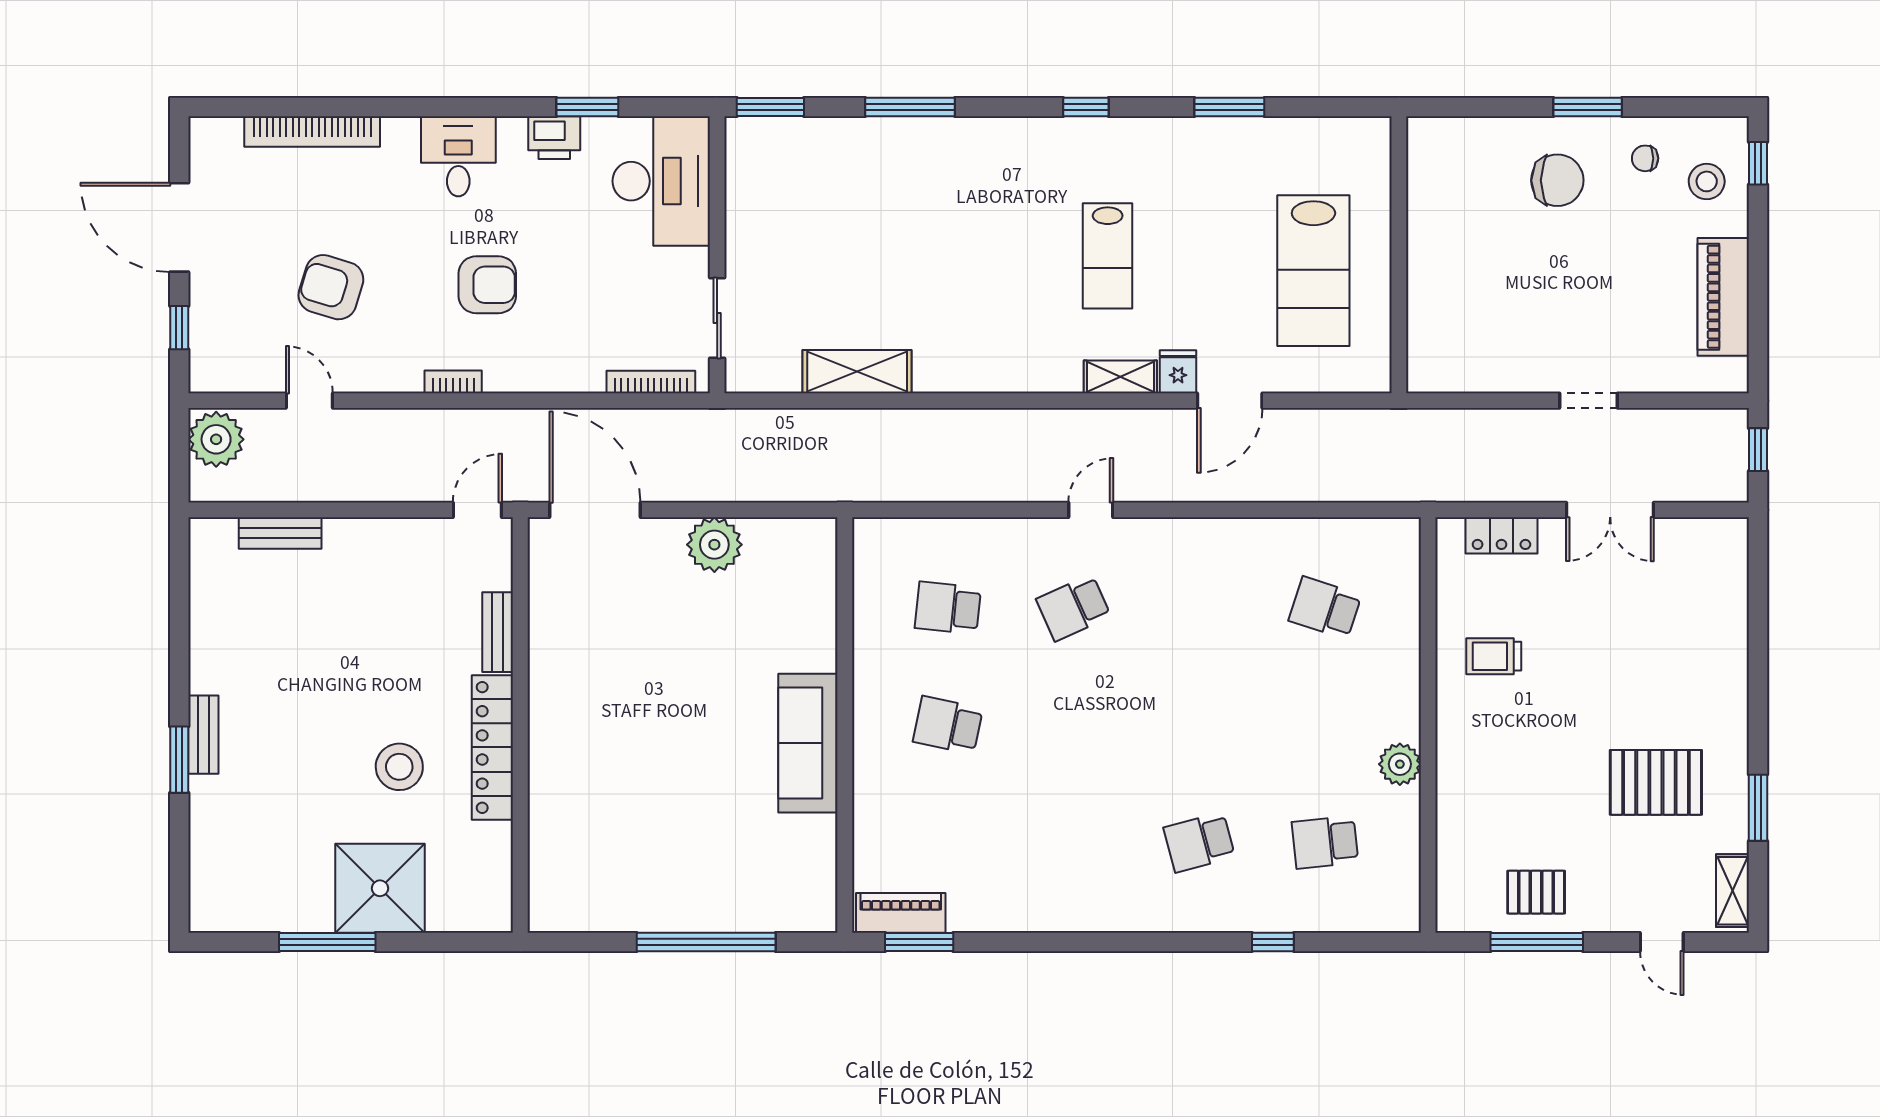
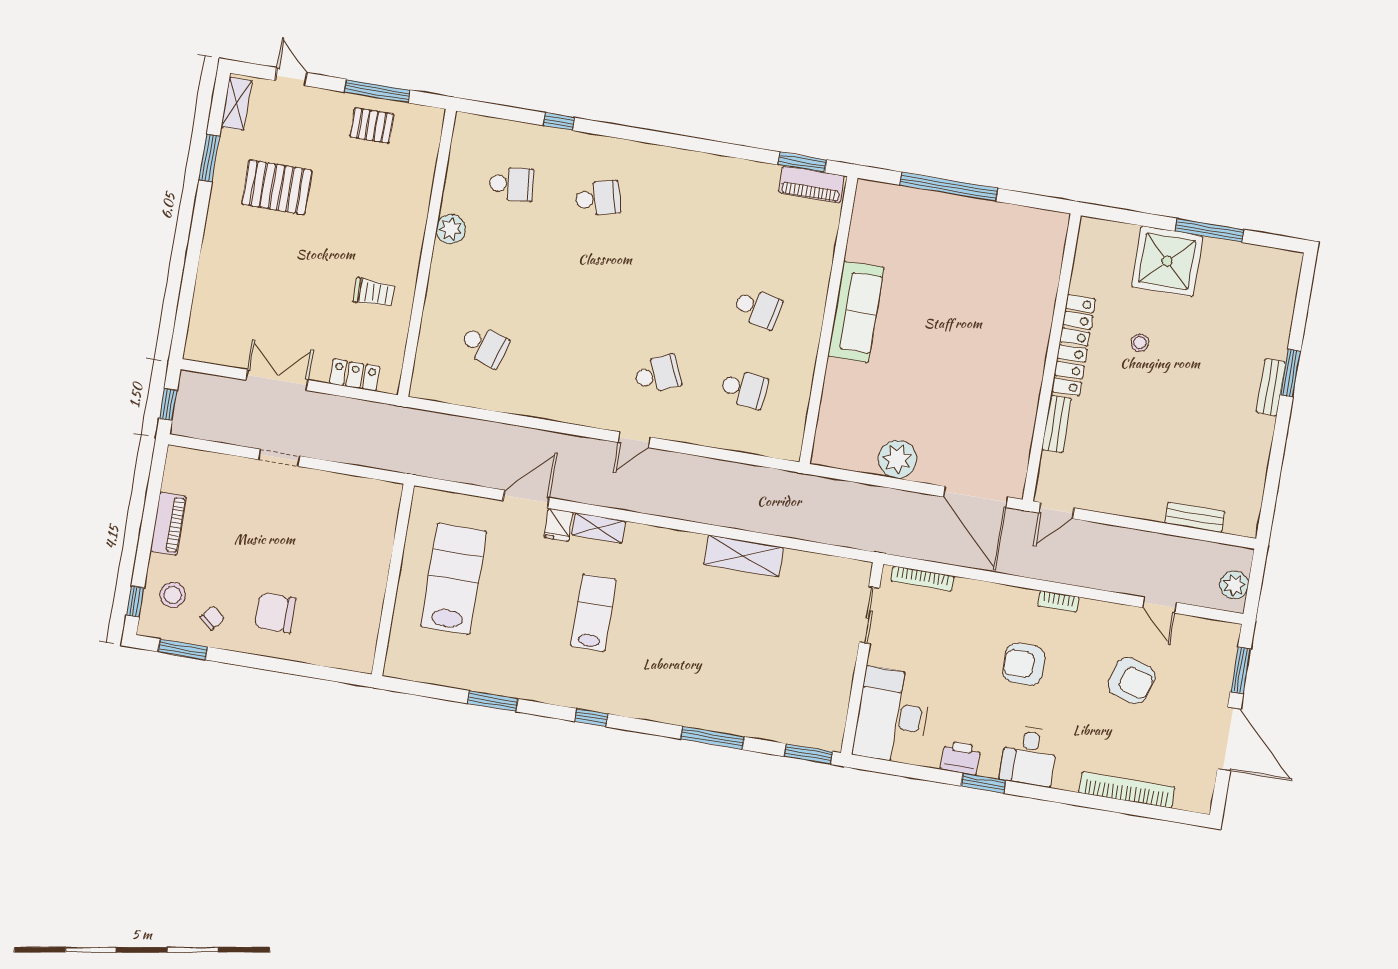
window: (587, 107) -> (983, 783), moved
window: (1588, 107) -> (183, 649), moved
chair: (1645, 158) -> (212, 618), turned -51
piano: (1723, 297) -> (168, 524), width x0.73, depth x0.75
window: (179, 328) -> (1241, 670), width x1.50
shelving: (857, 372) -> (744, 556), moved
plant: (216, 439) -> (1234, 585), width x0.73, depth x0.73
stool: (399, 767) -> (1140, 343), width x0.53, depth x0.53

